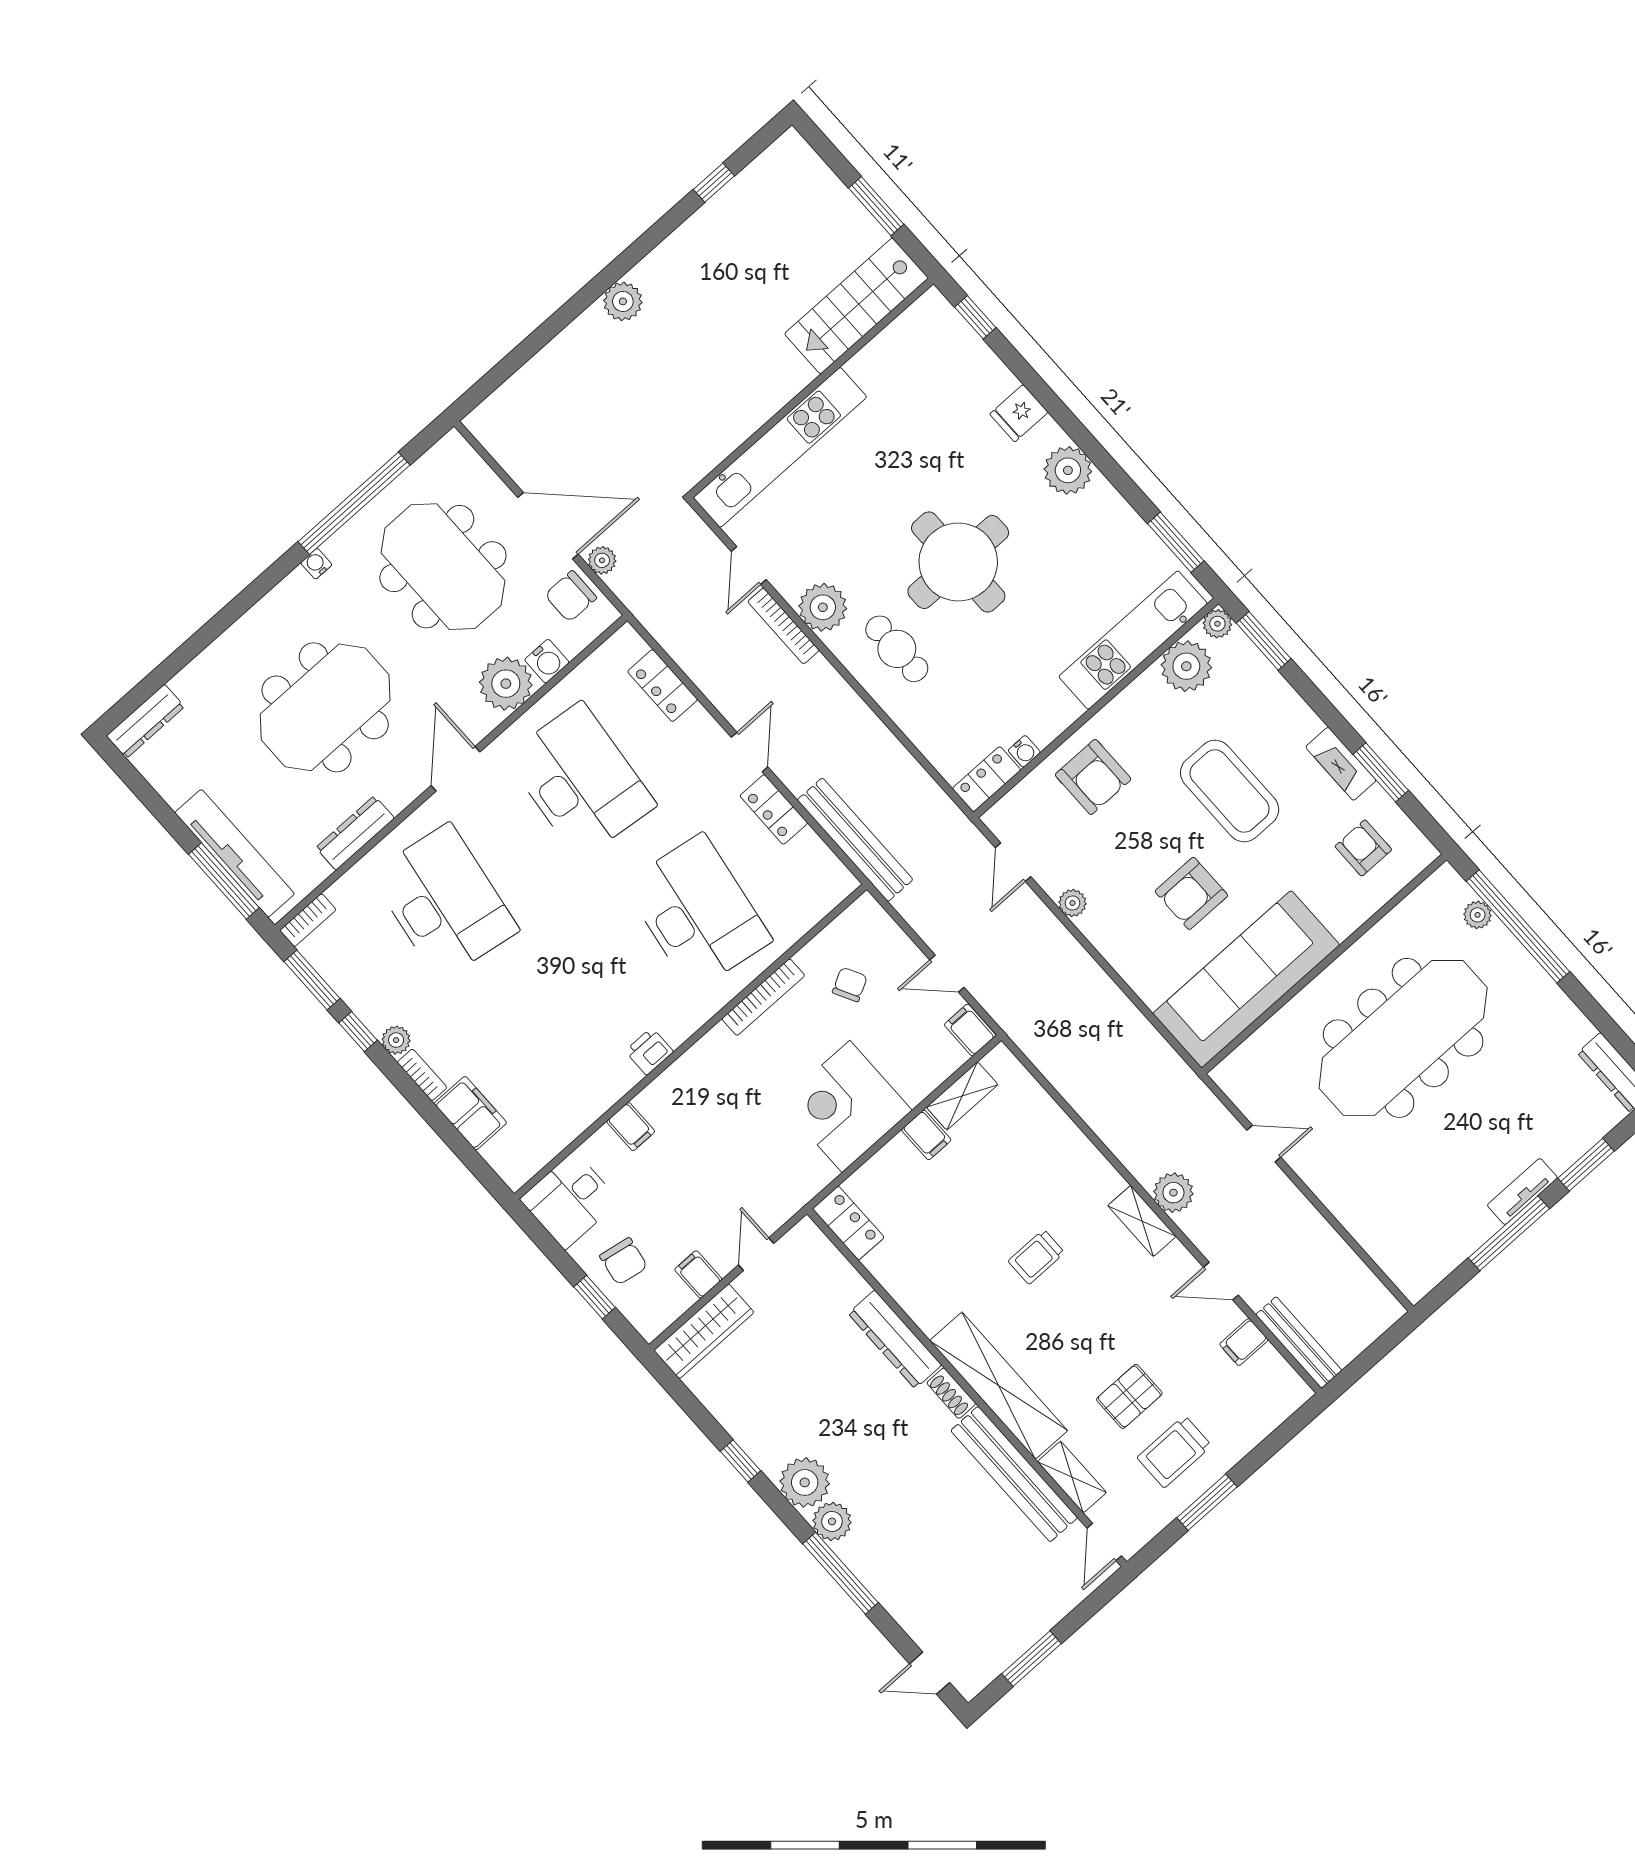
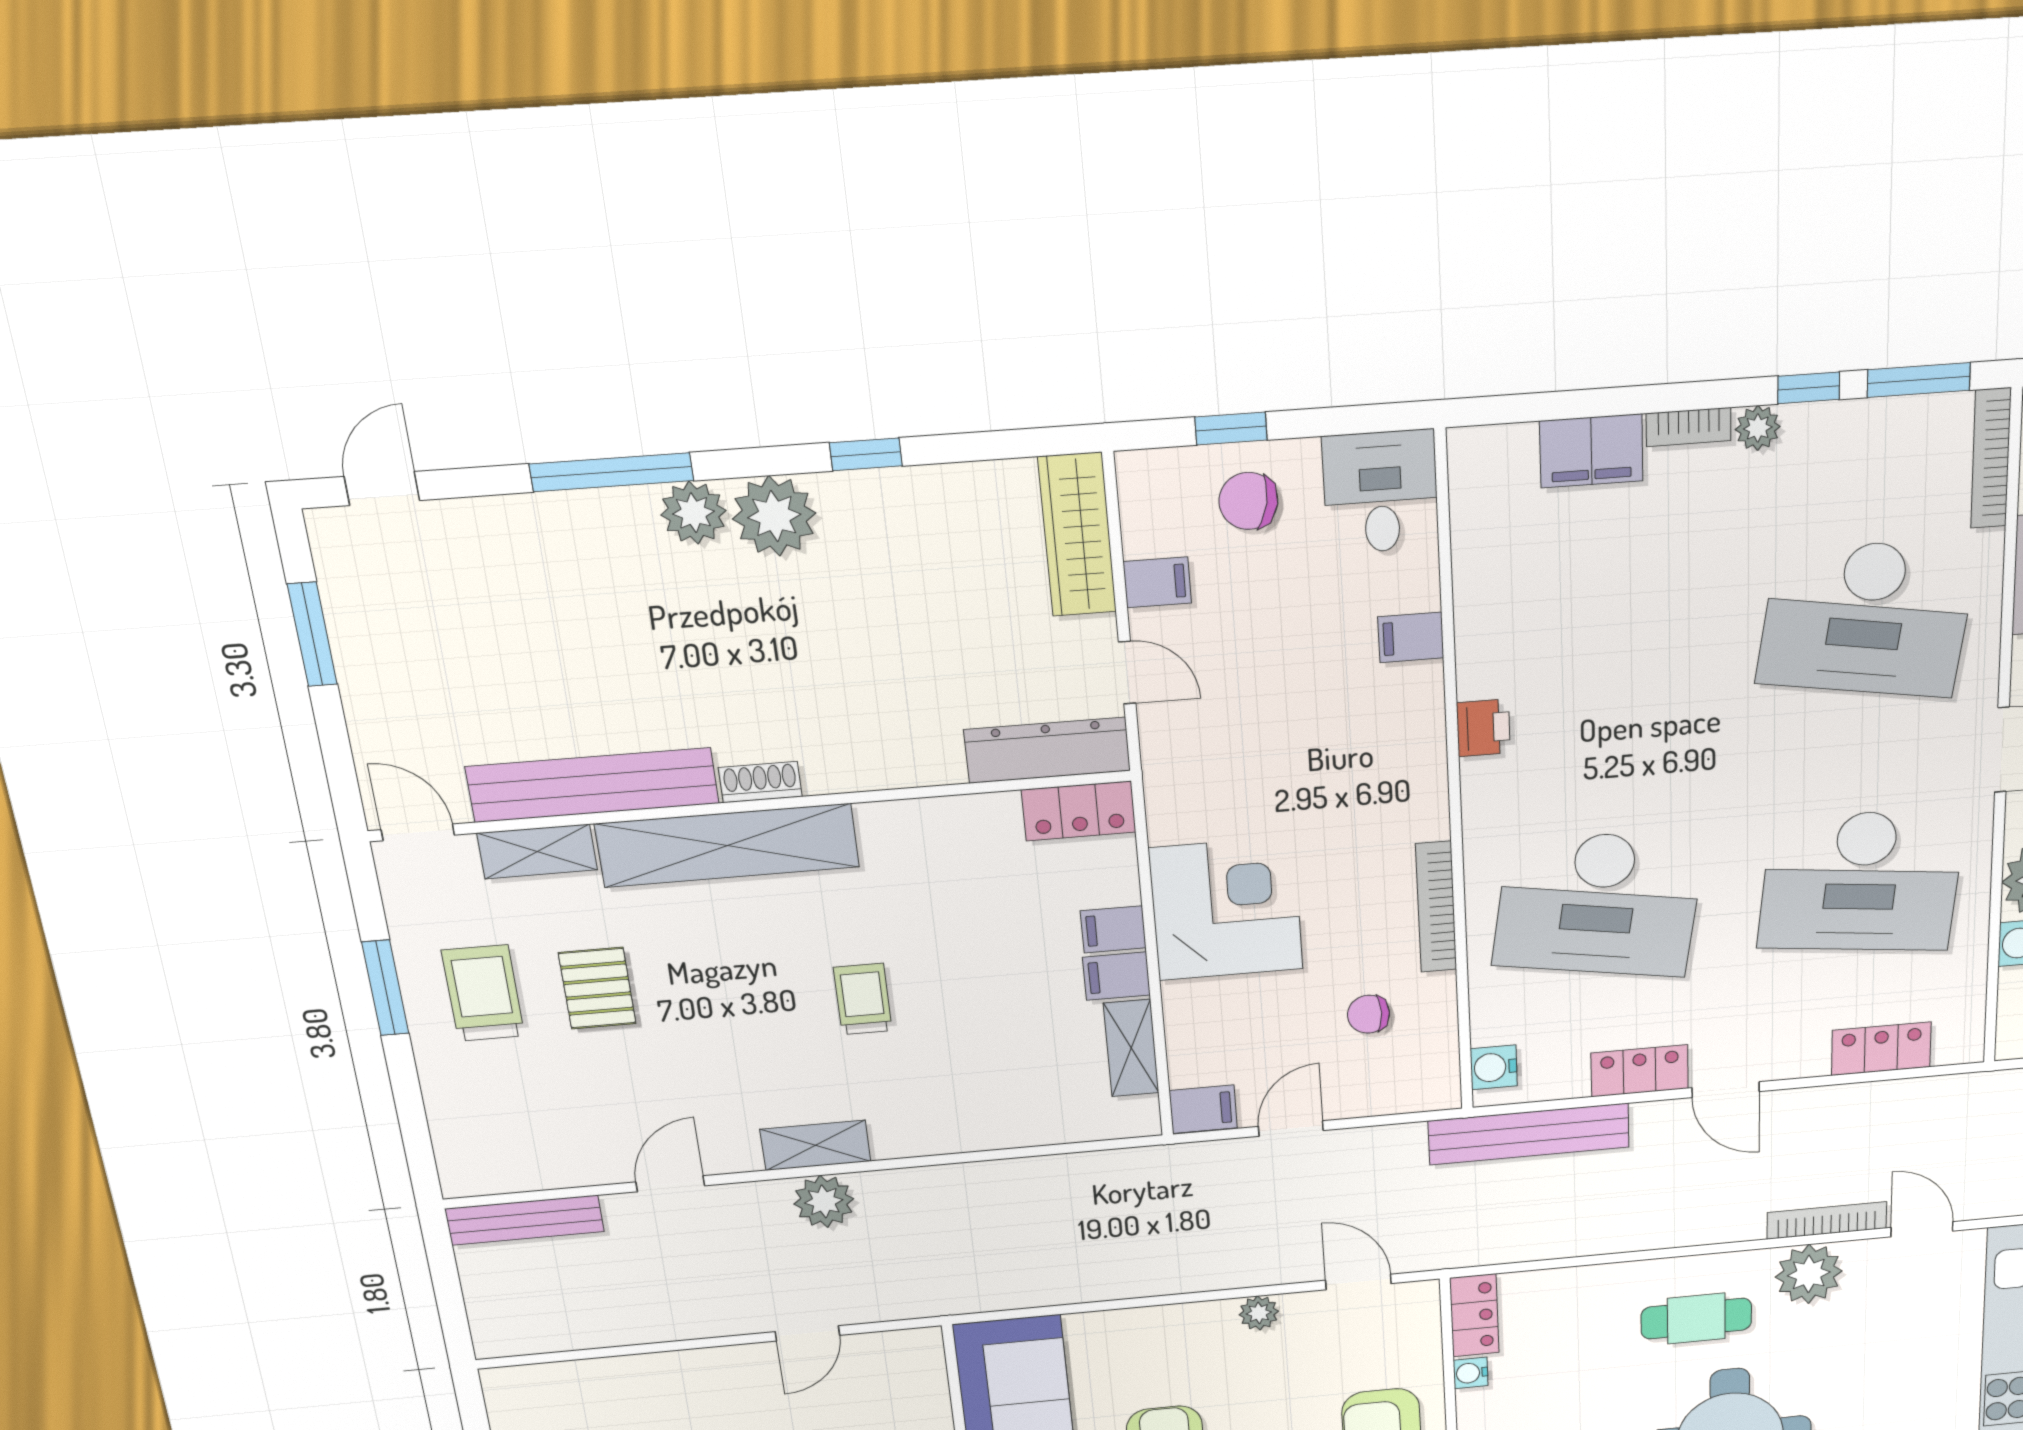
water cooler: (831, 892) -> (1494, 1067), added
bookcase: (308, 920) -> (1991, 458), width x1.56
chair: (850, 984) -> (1369, 1014), turned 118
dresser: (895, 1339) -> (1047, 750), moved
filing cabinet: (1244, 1342) -> (1113, 929), moved, turned -90

